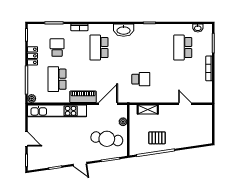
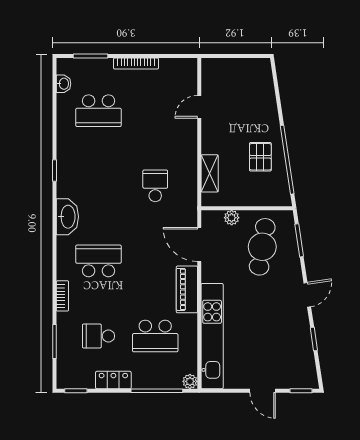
school desk: (99, 48) -> (99, 261), turned 180
door: (26, 139) -> (263, 391), swing flipped

